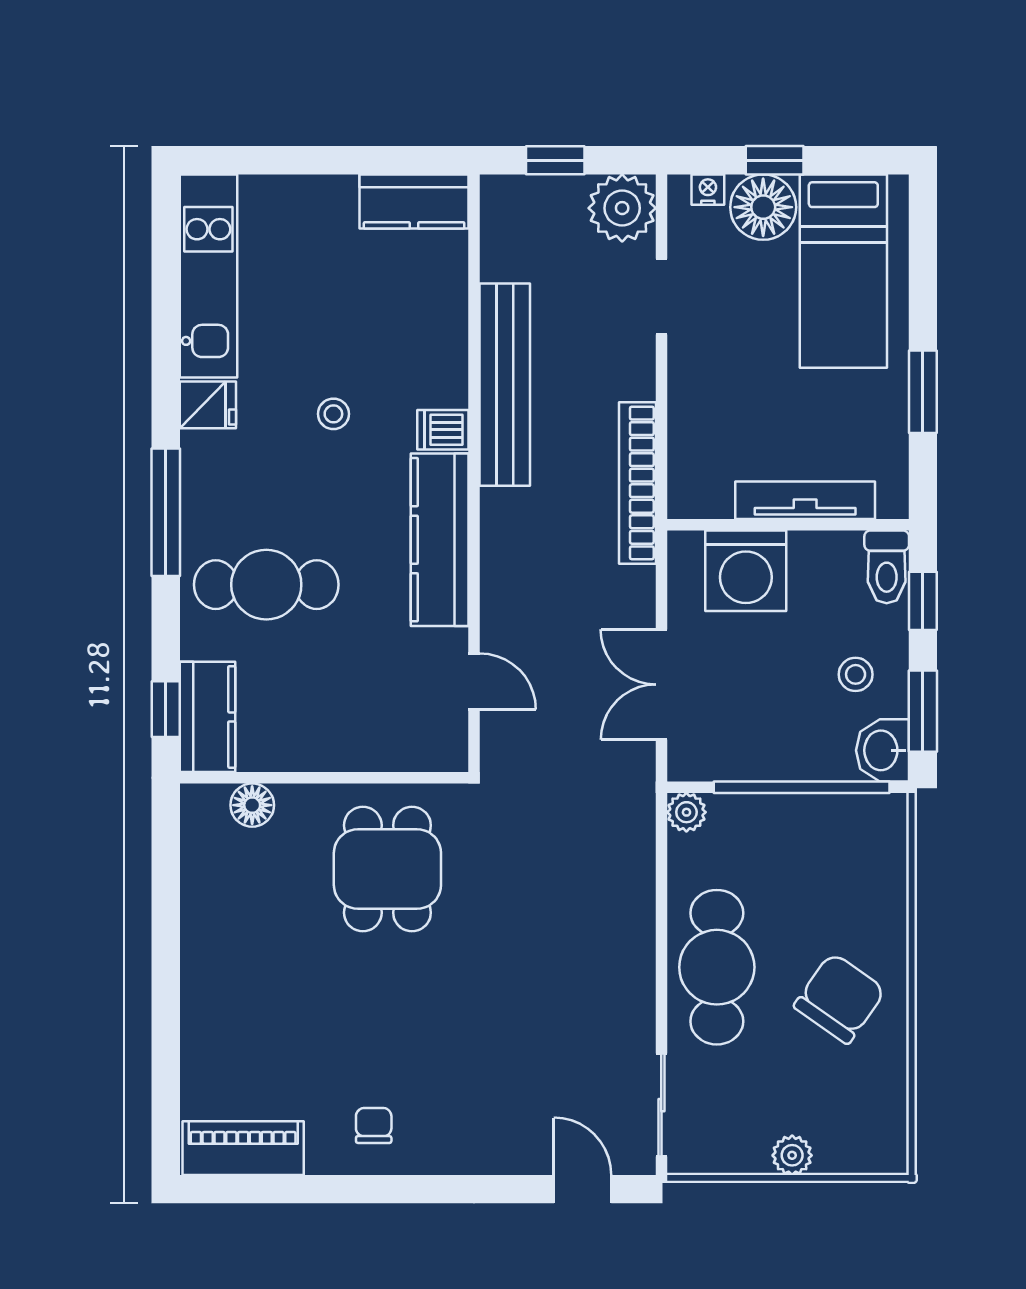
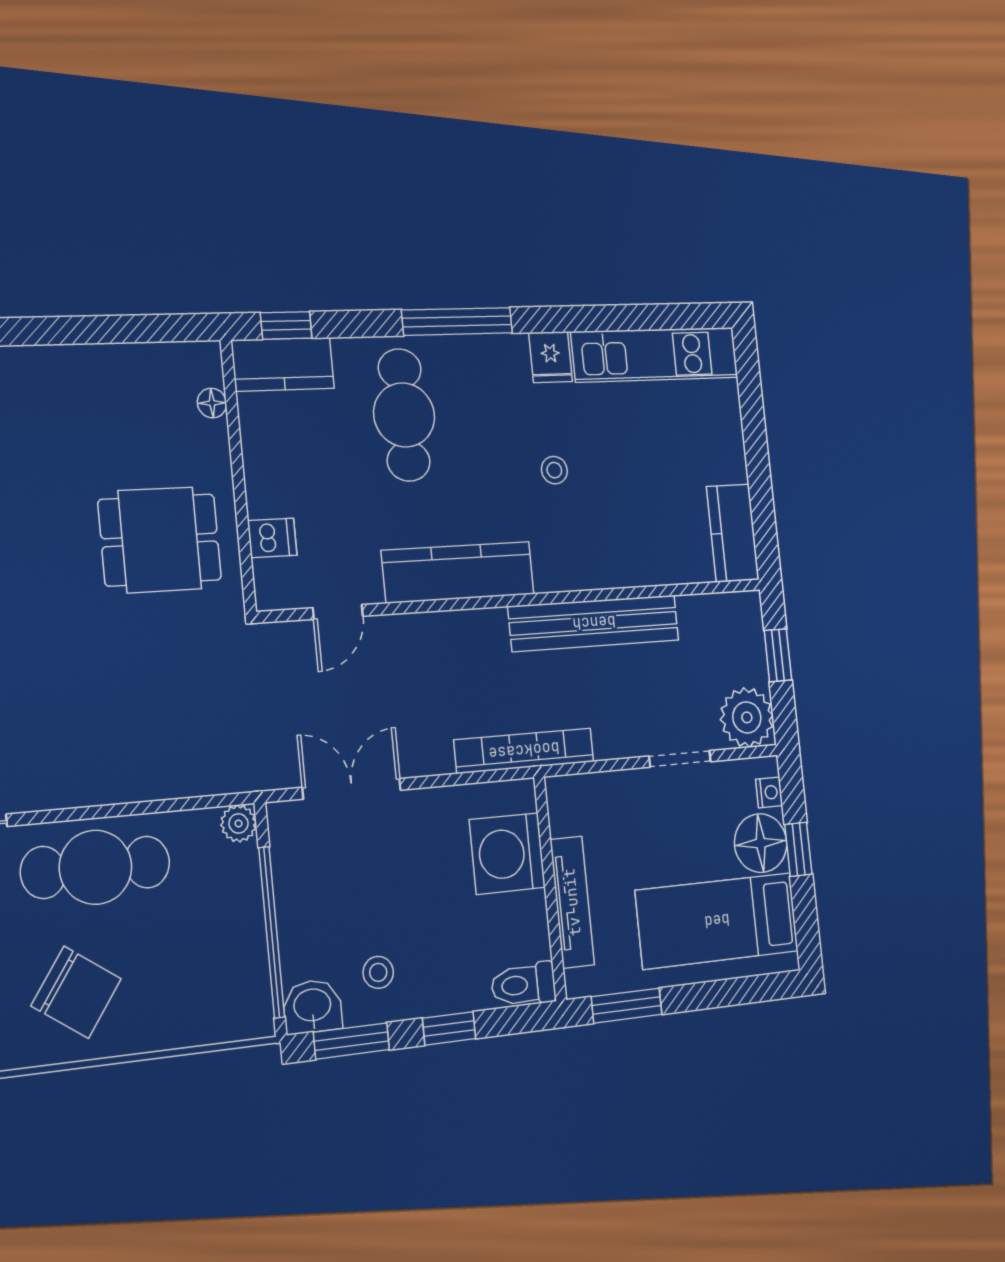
dishwasher: (443, 430) -> (272, 538), moved, turned 90
tv unit: (805, 500) -> (572, 902), moved
wall: (788, 525) -> (550, 889), moved
toilet: (887, 567) -> (523, 984), moved
washing machine: (746, 571) -> (507, 854), moved
floor lamp: (252, 805) -> (212, 403), width x0.73, depth x0.73

